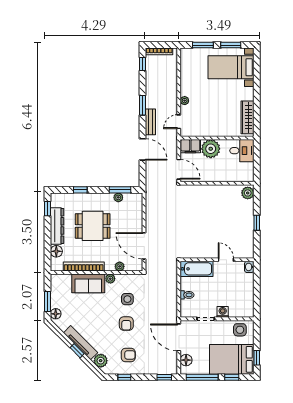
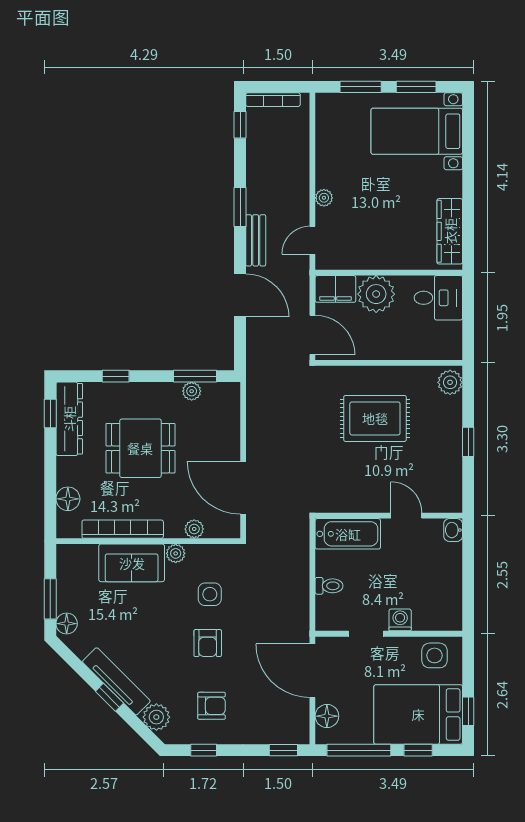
rug: (210, 211) -> (375, 418), added
dresser: (57, 226) -> (69, 419), moved

